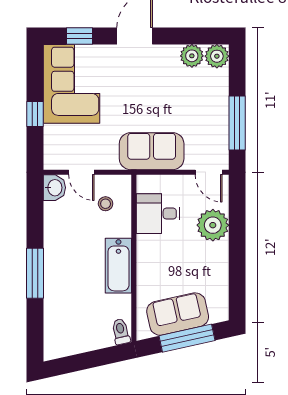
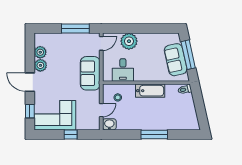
plant: (217, 56) -> (40, 65), moved

